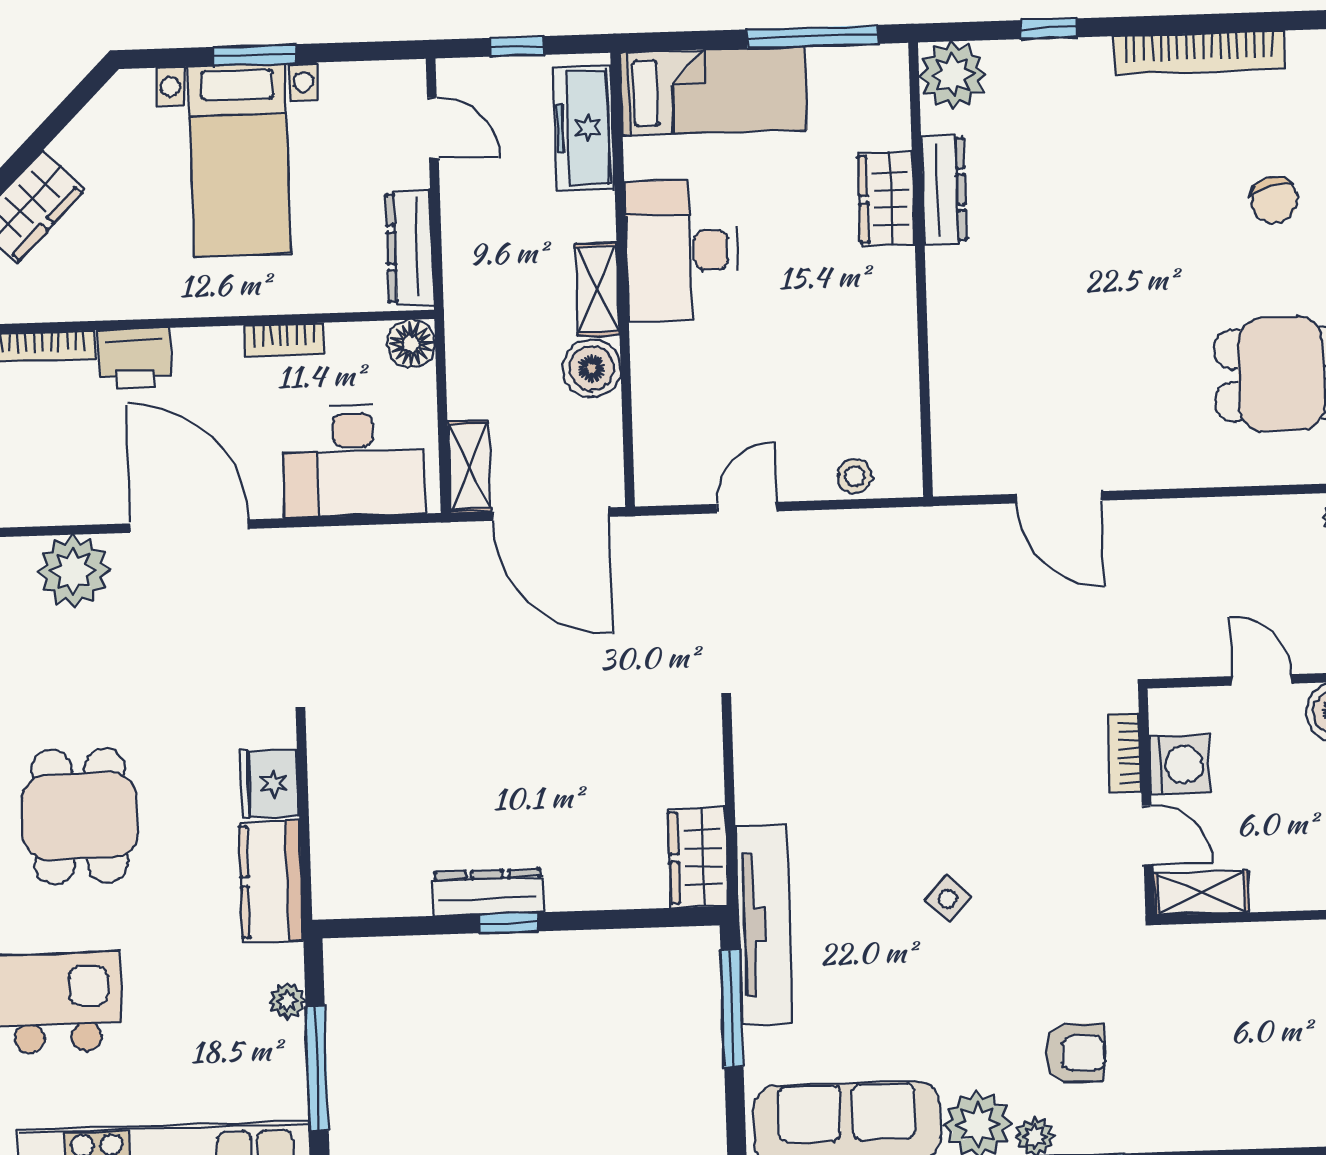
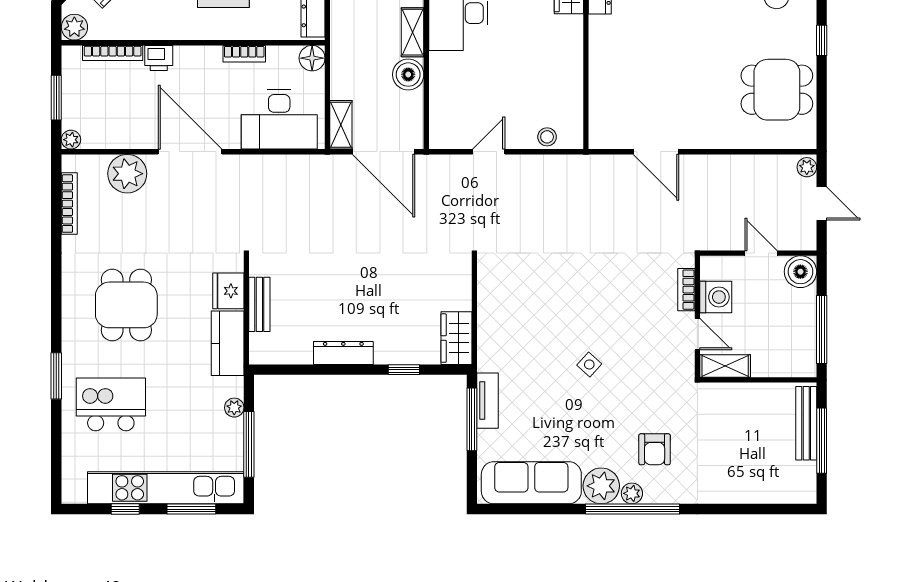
printer: (135, 358) -> (159, 58), width x0.73, depth x0.81
bench: (328, 807) -> (259, 304), added
window: (509, 923) -> (404, 370), moved
tv unit: (764, 924) -> (488, 401), width x0.52, depth x0.78
armchair: (1075, 1053) -> (655, 449), turned 88

